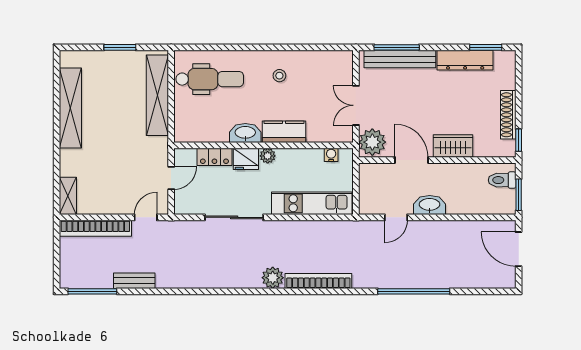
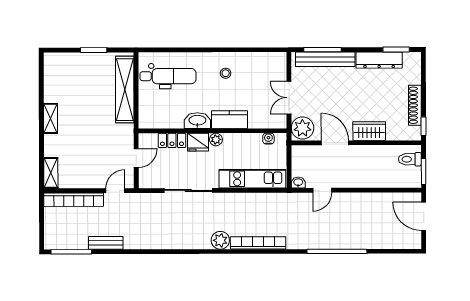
shelving: (70, 108) -> (50, 118), width x0.45, depth x0.75
washbasin: (430, 205) -> (298, 182), moved, width x0.52, depth x0.69

